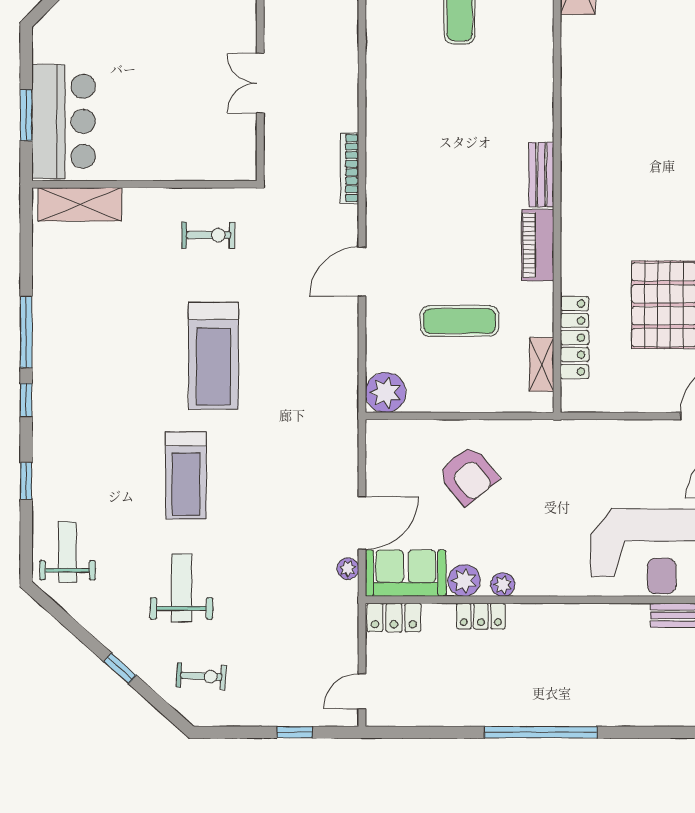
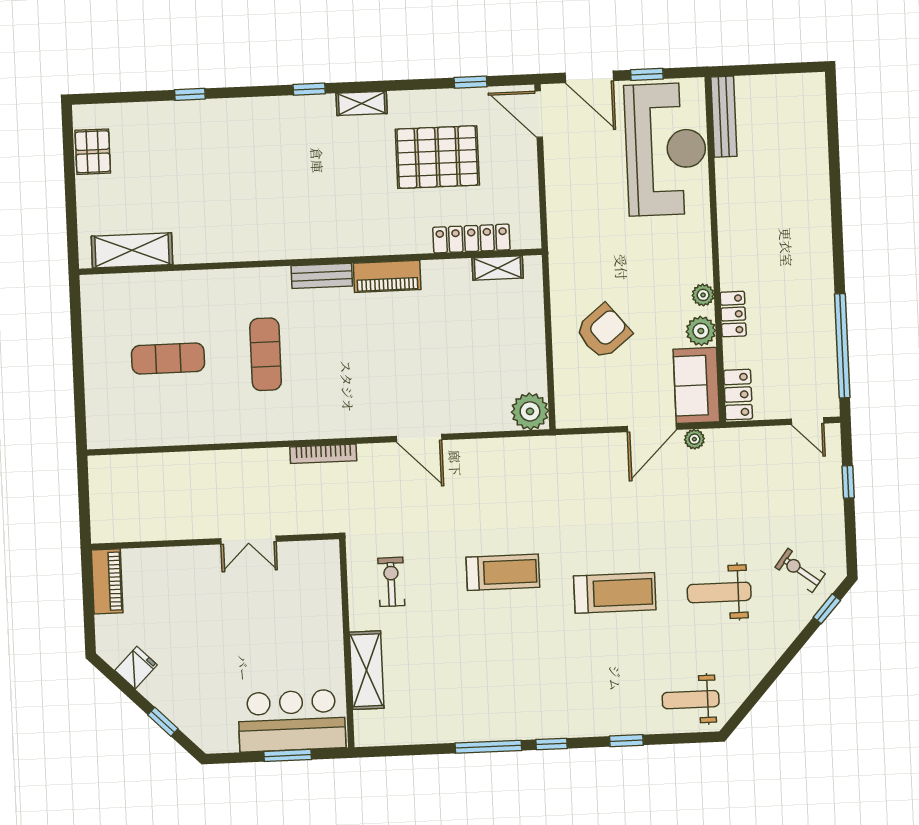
shelving: (80, 204) -> (367, 670), moved
exercise mat: (460, 321) -> (266, 354), moved
treadmill: (213, 356) -> (503, 572), width x0.73, depth x0.73
door: (362, 523) -> (652, 428), swing flipped
window: (120, 668) -> (827, 609), moved
exercise bike: (201, 676) -> (800, 570), turned -56
window: (541, 732) -> (842, 346), moved

